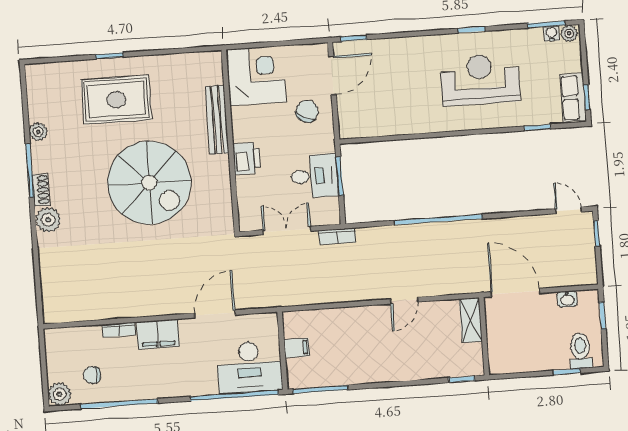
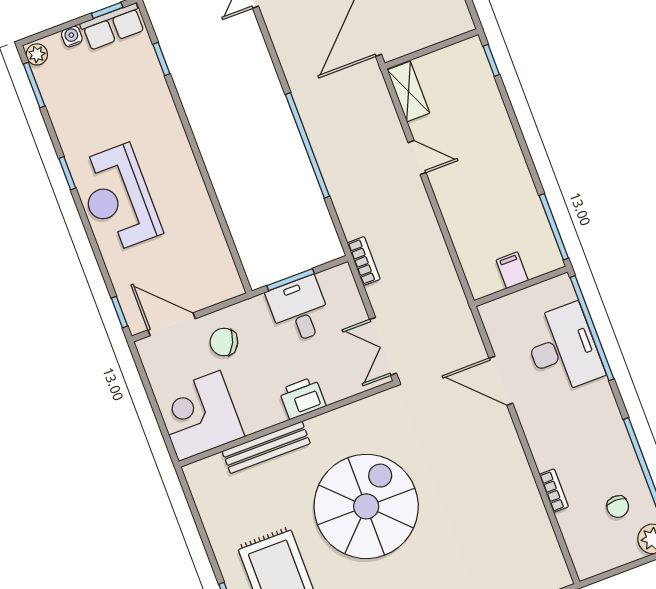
water cooler: (552, 34) -> (72, 36), moved, turned 90
reception desk: (480, 79) -> (118, 198), moved
double door: (287, 230) -> (383, 346), moved
shelving: (471, 320) -> (409, 92), moved, turned 90
filing cabinet: (158, 334) -> (545, 442), removed
desk: (249, 367) -> (563, 349), moved

